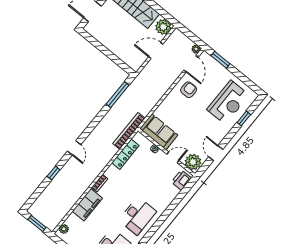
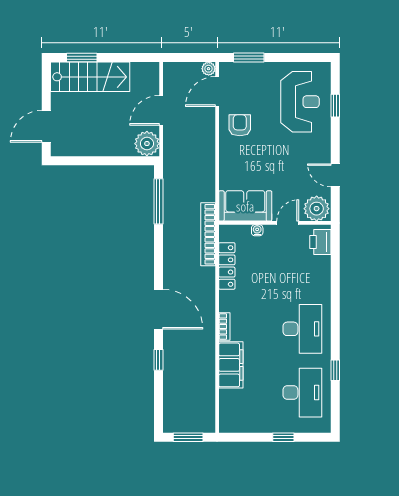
plant: (163, 27) -> (147, 144), moved
door: (191, 64) -> (217, 92), swing flipped
door: (74, 148) -> (158, 309), width x1.87
plant: (64, 229) -> (226, 417), removed

